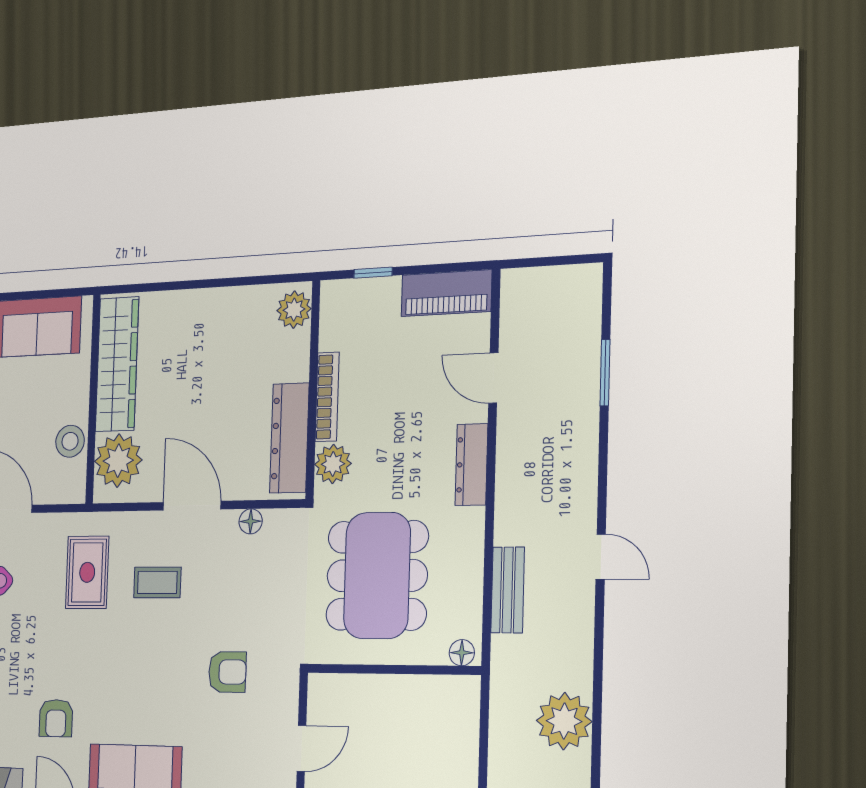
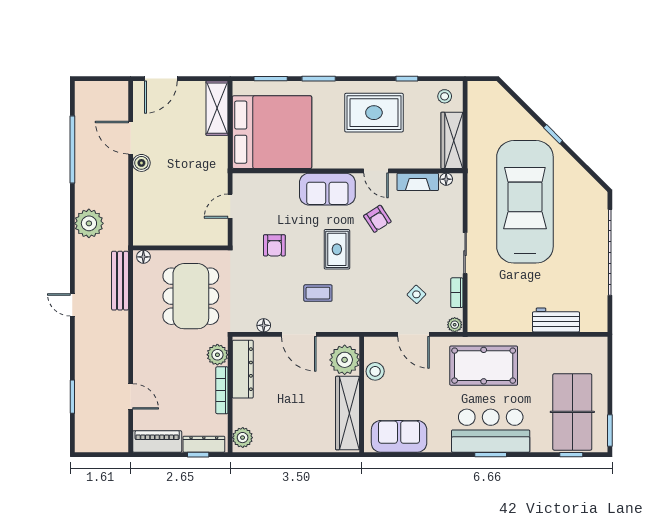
dresser: (472, 465) -> (204, 444), moved, turned -90
rug: (87, 572) -> (337, 249), moved
bench: (508, 590) -> (120, 281), width x1.36
armchair: (227, 672) -> (274, 245), turned -90
armchair: (56, 718) -> (377, 219), turned 147

